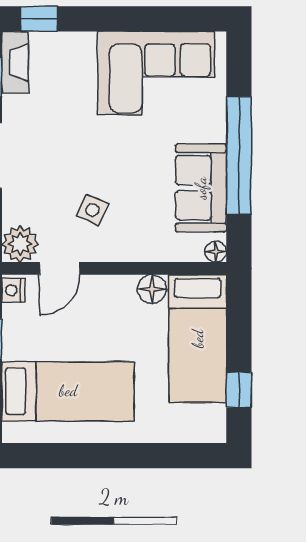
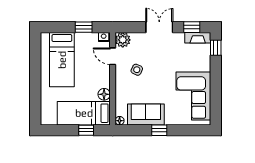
window: (239, 156) -> (159, 130), width x0.32
window: (239, 390) -> (86, 130), moved

